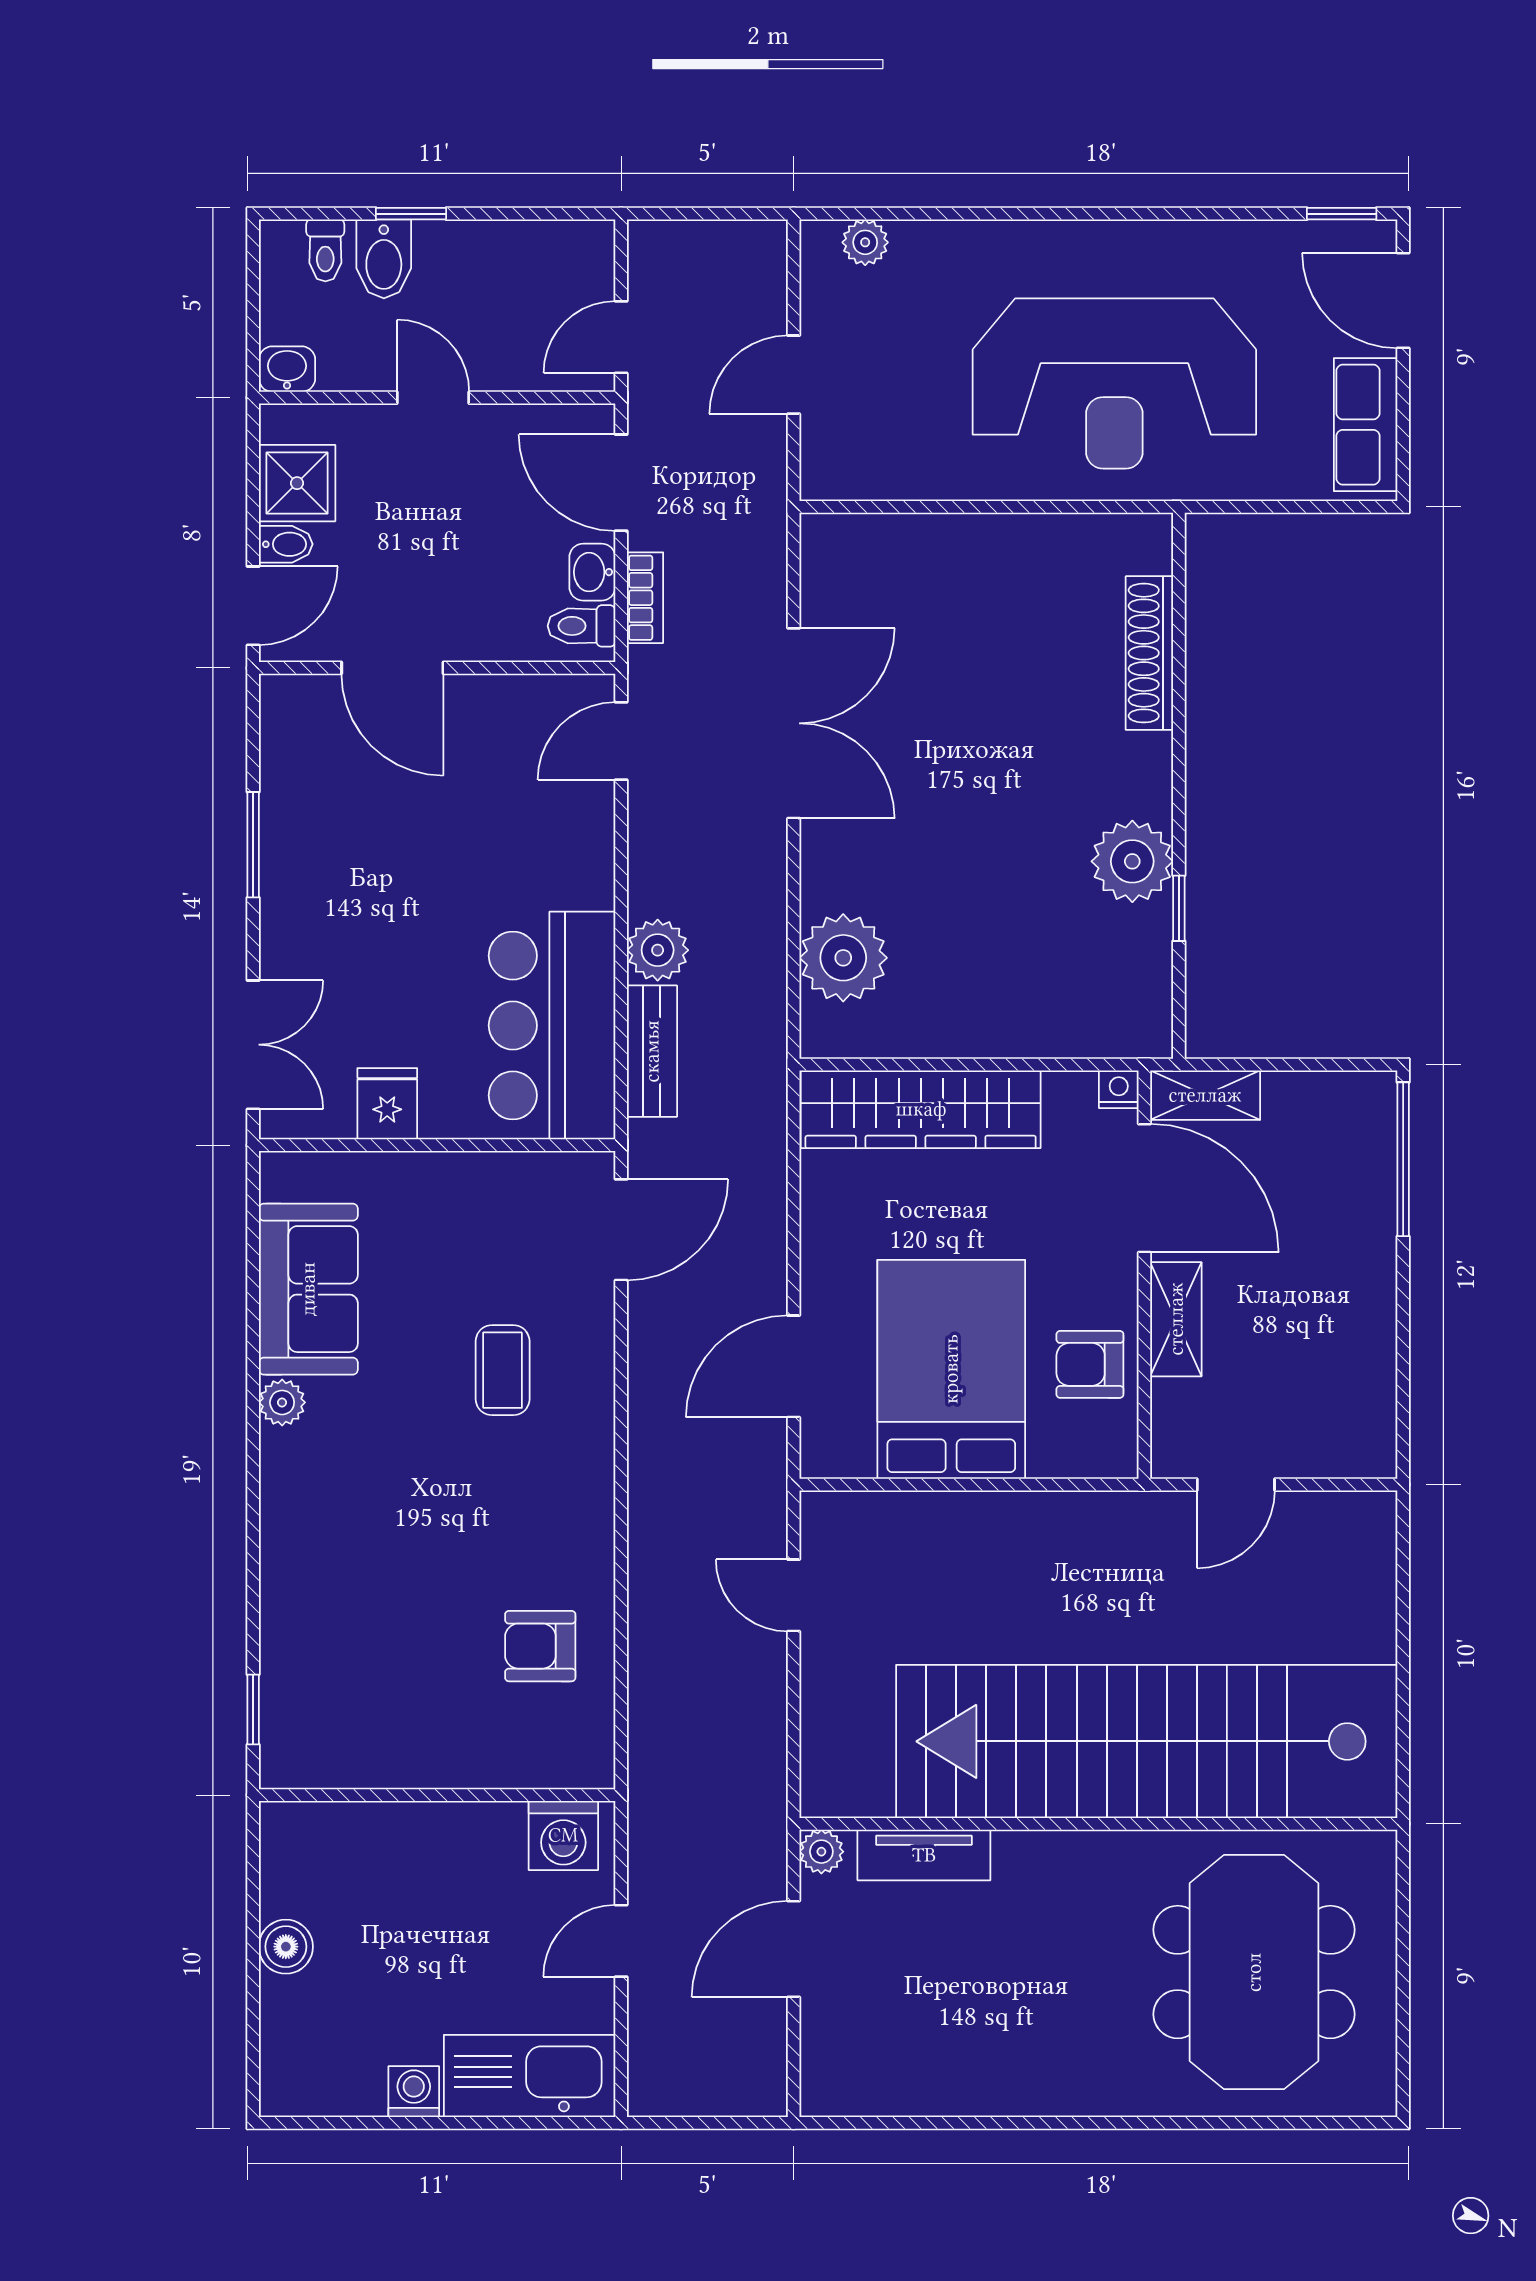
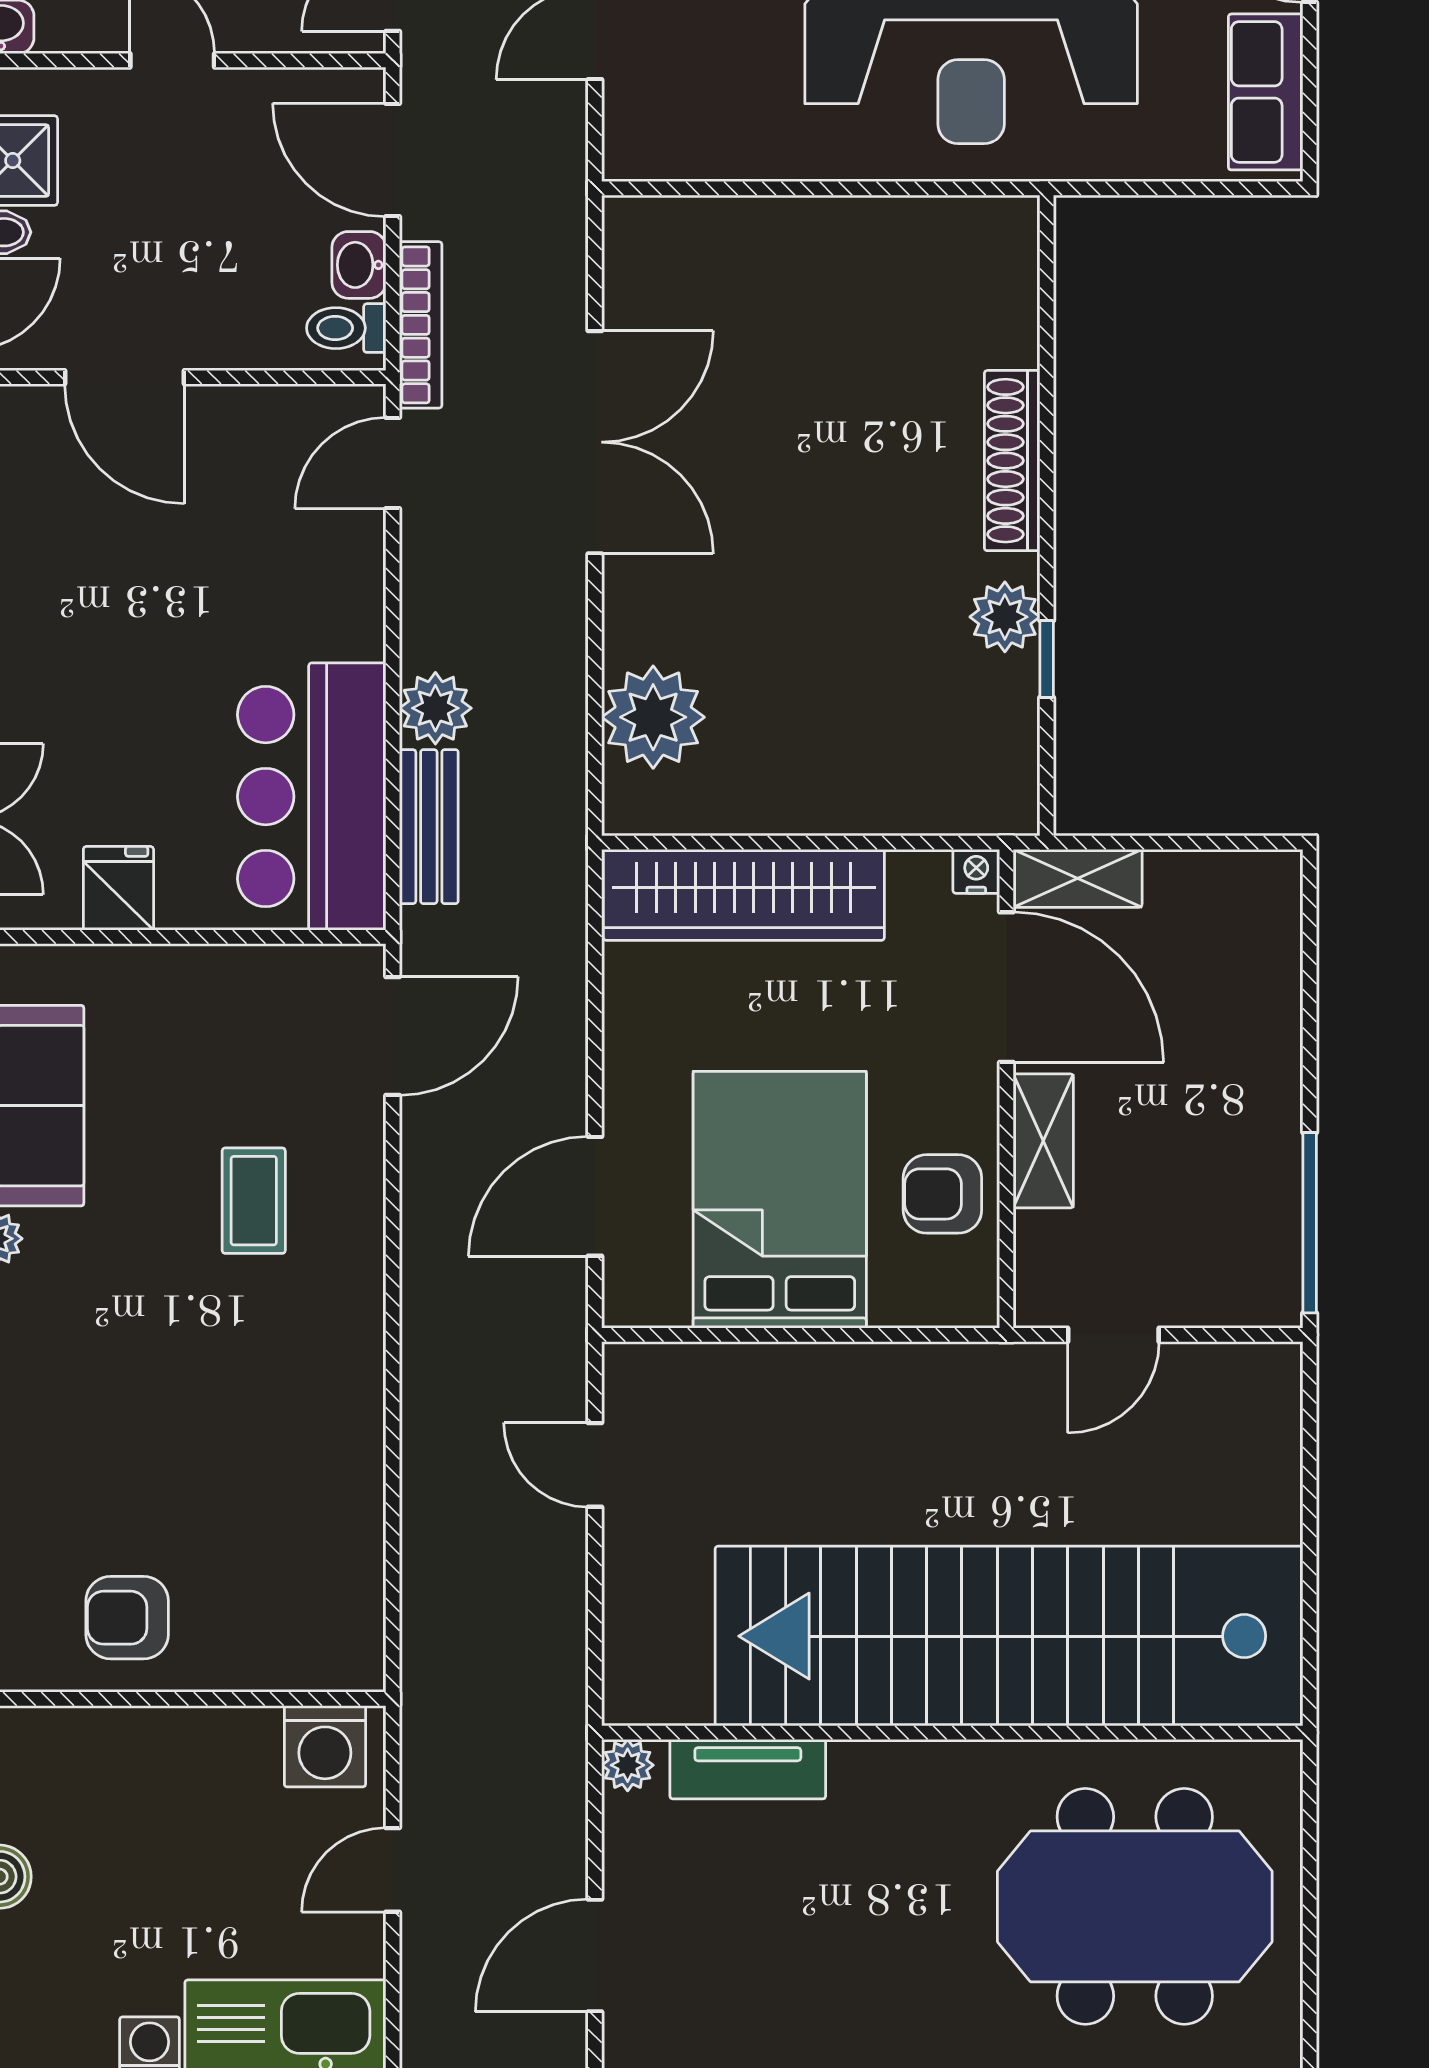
bookcase: (645, 598) -> (421, 325), width x1.56
shoe rack: (1149, 653) -> (1012, 461), moved
plant: (1132, 861) -> (1005, 617), width x0.73, depth x0.73
window: (1403, 1159) -> (1310, 1223), moved
armchair: (540, 1646) -> (127, 1618), moved
door: (794, 1949) -> (595, 1955), moved
meeting table: (1254, 1972) -> (1135, 1906), turned 90

